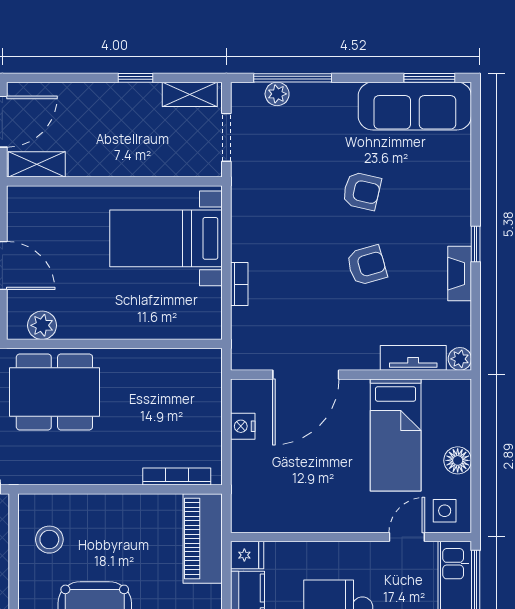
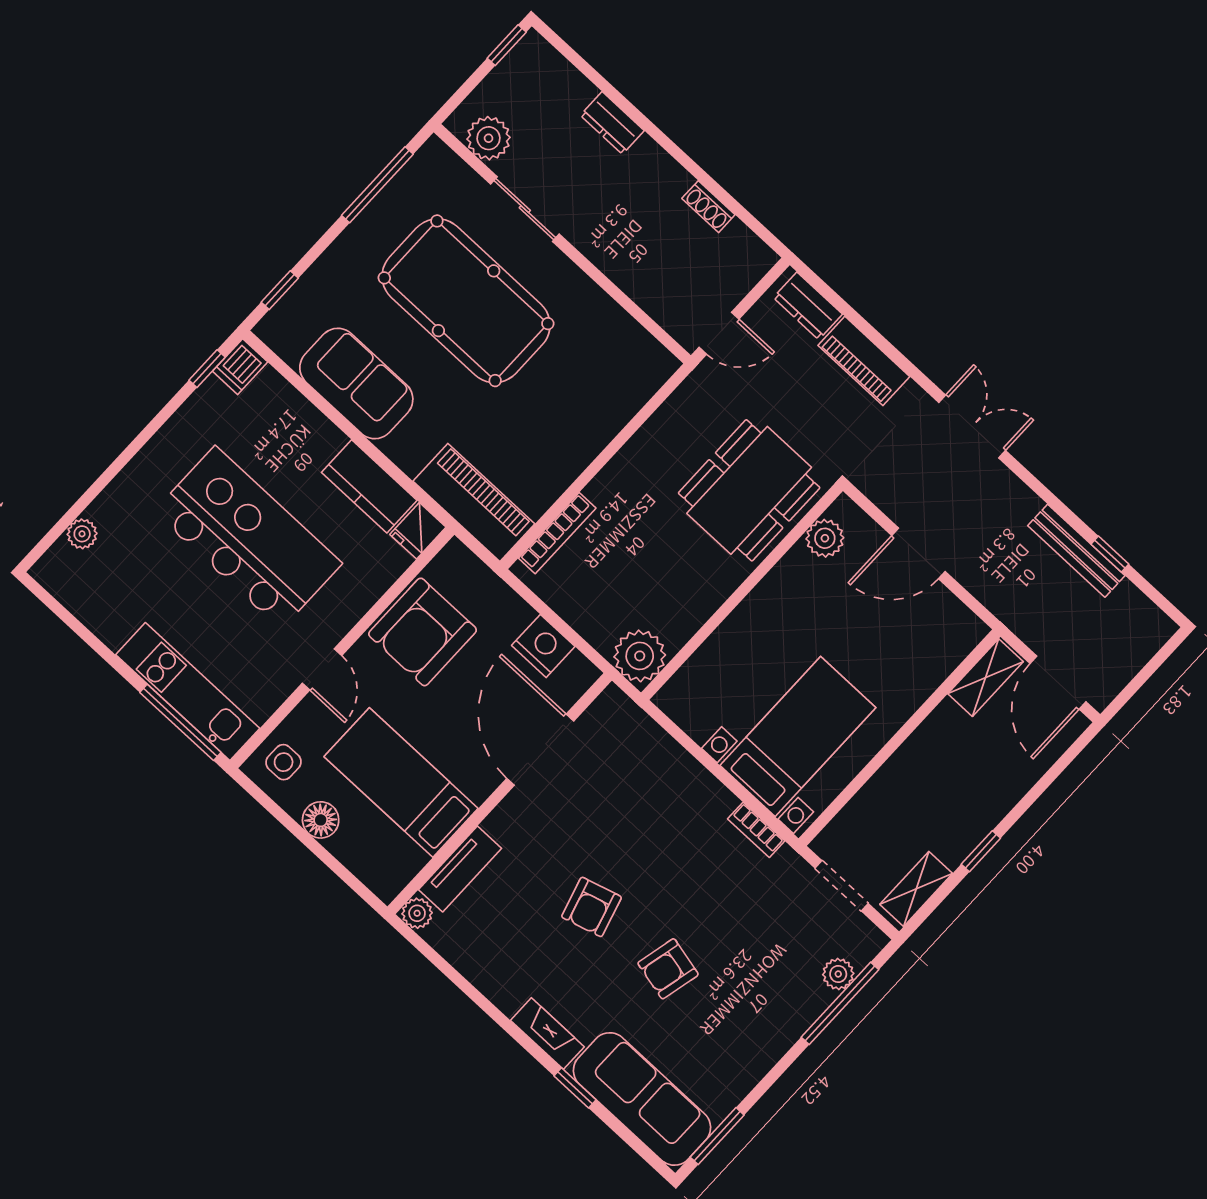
sofa: (415, 106) -> (642, 1099), moved, turned 90
window: (476, 244) -> (575, 1088), moved
fireplace: (460, 274) -> (547, 1034), moved
bookcase: (239, 284) -> (756, 830), moved
plant: (203, 368) -> (640, 656), added
nightstand: (243, 426) -> (543, 646), width x1.36, depth x1.33
armchair: (301, 500) -> (423, 632), added
door: (407, 537) -> (322, 669), moved
stool: (49, 540) -> (611, 353), removed

